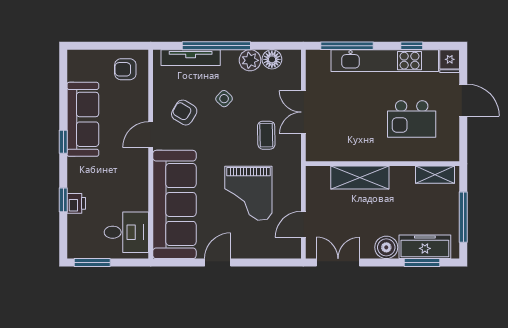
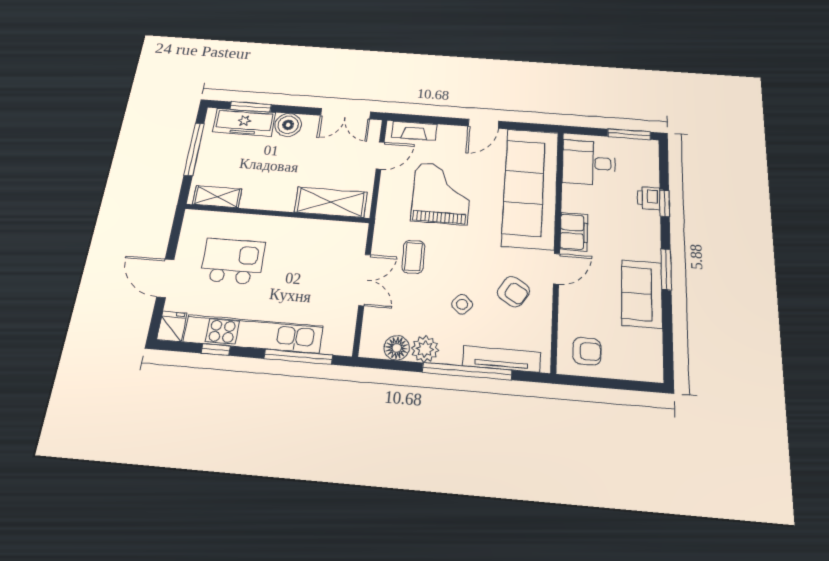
sofa: (83, 119) -> (642, 294), width x0.73
window: (63, 142) -> (666, 269), width x1.50
filing cabinet: (137, 168) -> (574, 232), added
shelving: (360, 178) -> (331, 202), moved
fireplace: (277, 251) -> (414, 131), added

